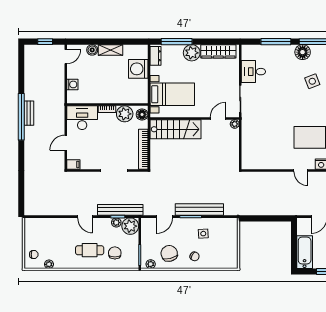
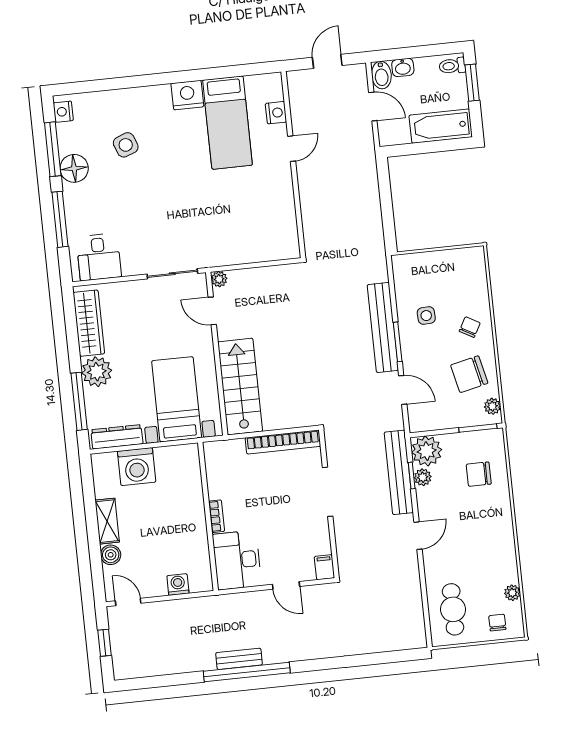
dresser: (155, 56) -> (117, 437), width x1.44
desk: (253, 72) -> (99, 257), moved
plant: (125, 114) -> (222, 483), removed
floor lamp: (142, 115) -> (220, 451), removed
cafe table: (90, 250) -> (453, 609), moved

